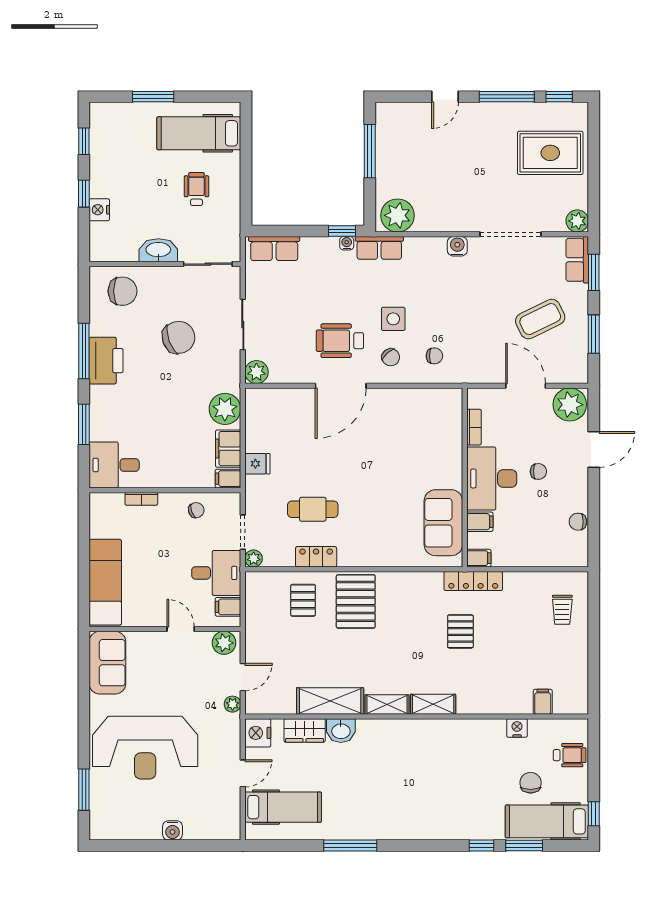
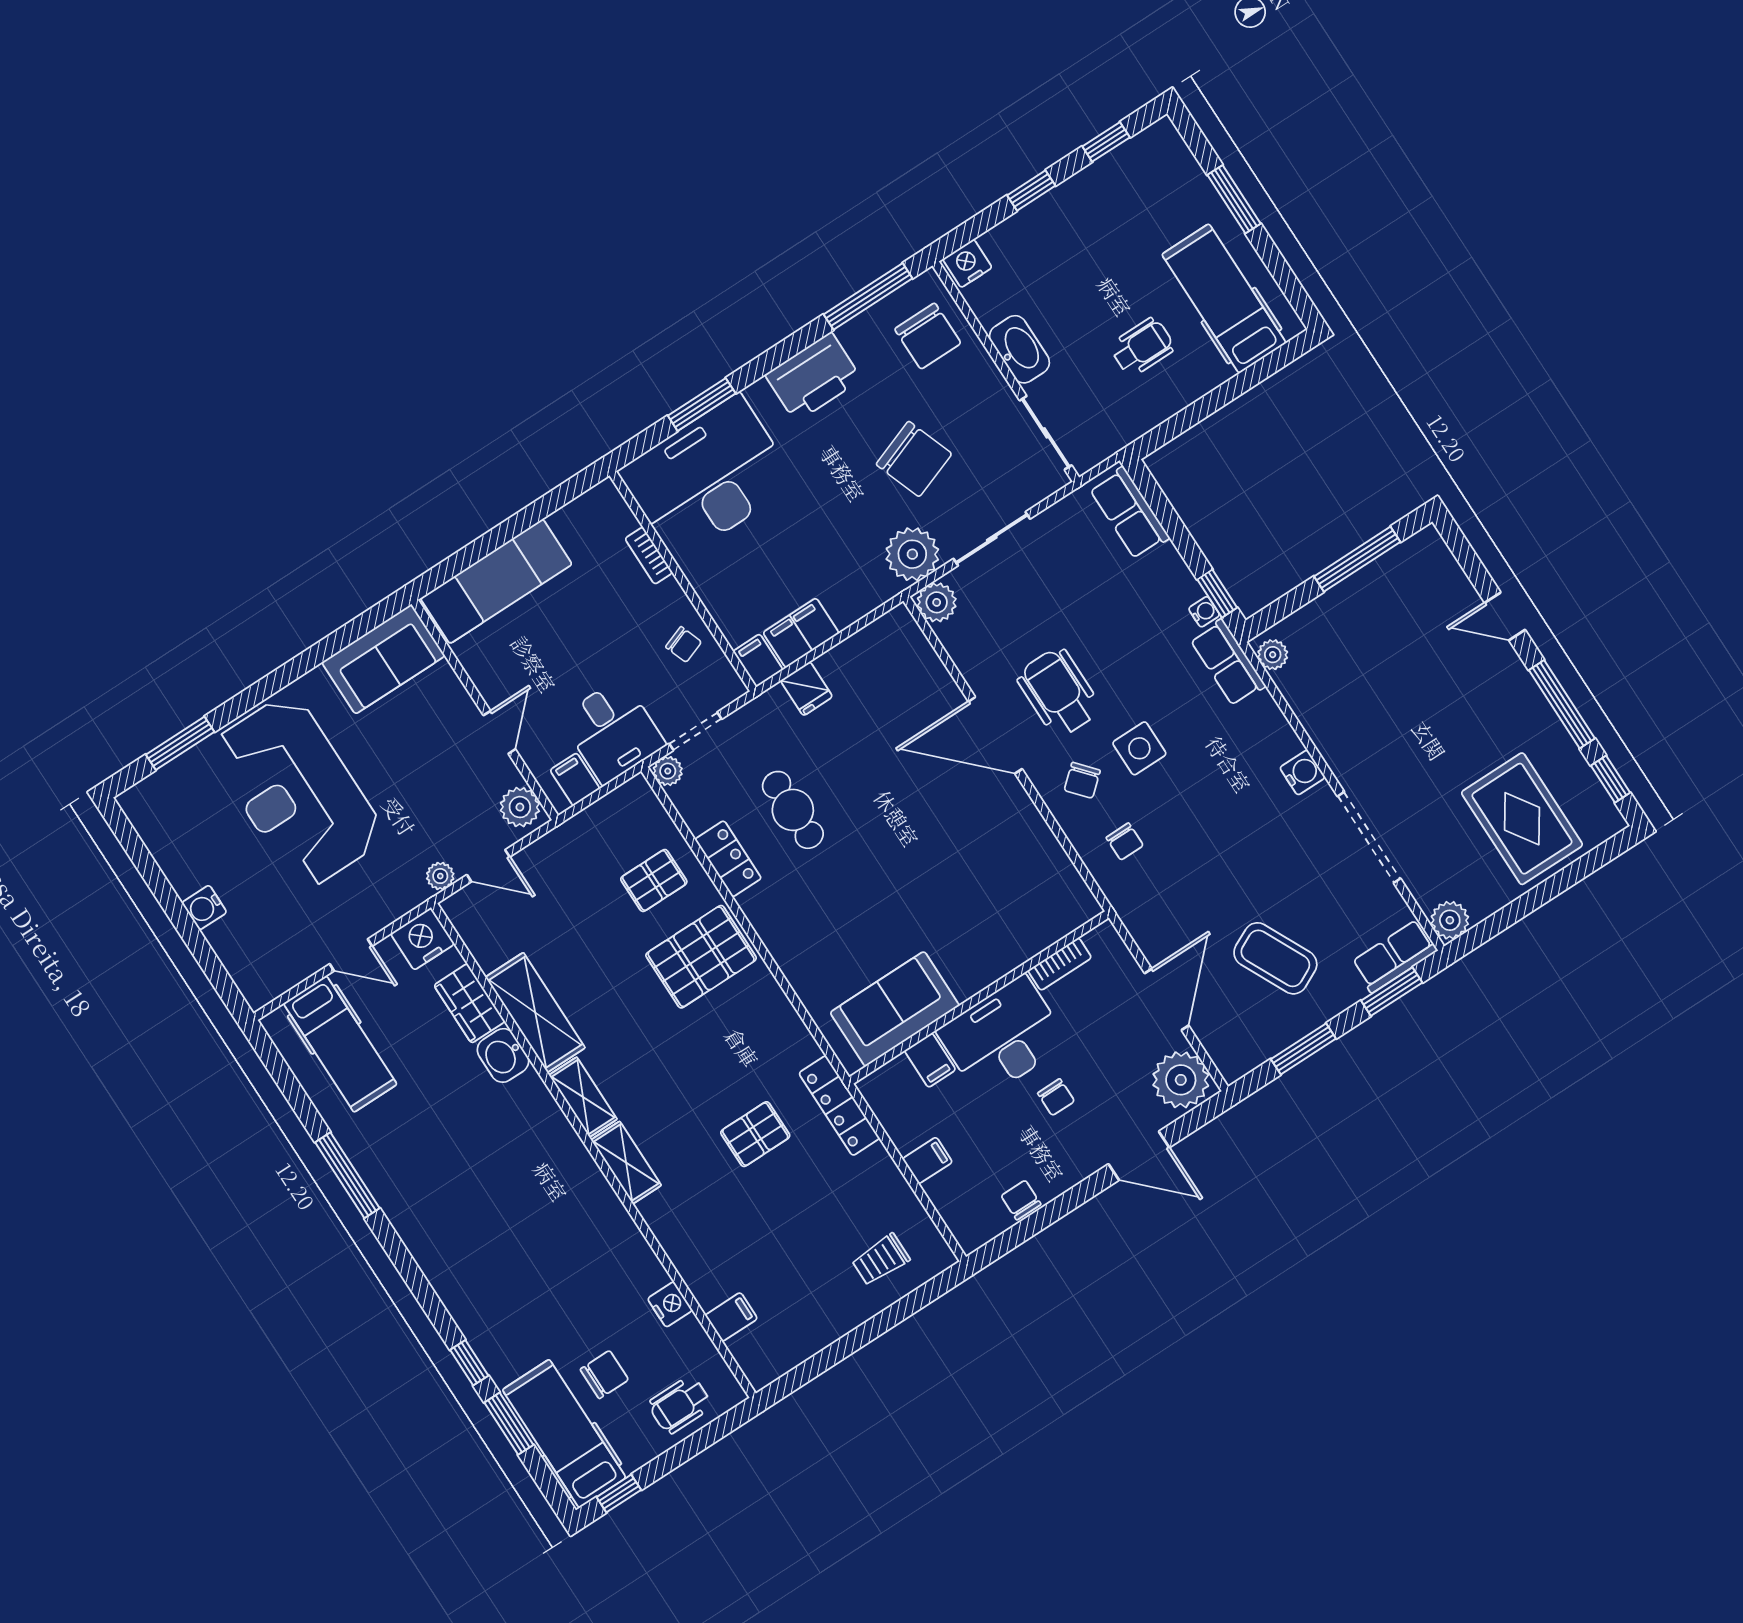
nightstand: (99, 210) -> (967, 263), moved
plant: (397, 215) -> (1273, 655), width x0.53, depth x0.53
window: (84, 351) -> (868, 296), moved
plant: (225, 409) -> (912, 554), moved
desk: (114, 465) -> (708, 477), width x1.87, depth x1.30
filing cabinet: (479, 558) -> (927, 1160), moved, turned -90
wheelchair: (570, 755) -> (680, 1405), turned 90

